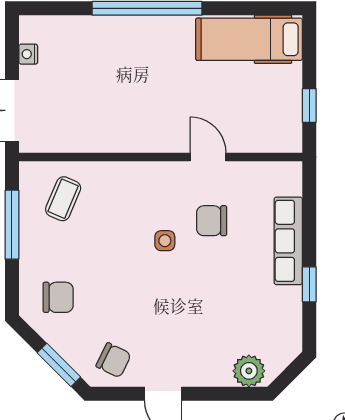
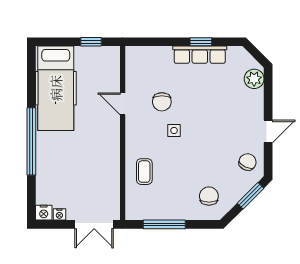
nightstand: (31, 29) -> (44, 213), added
hospital bed: (249, 39) -> (56, 88), width x1.37, depth x1.29
door: (208, 157) -> (123, 104), hinge flipped
coffee table: (63, 199) -> (144, 172), moved, turned 67
row of seats: (288, 241) -> (200, 55), moved

